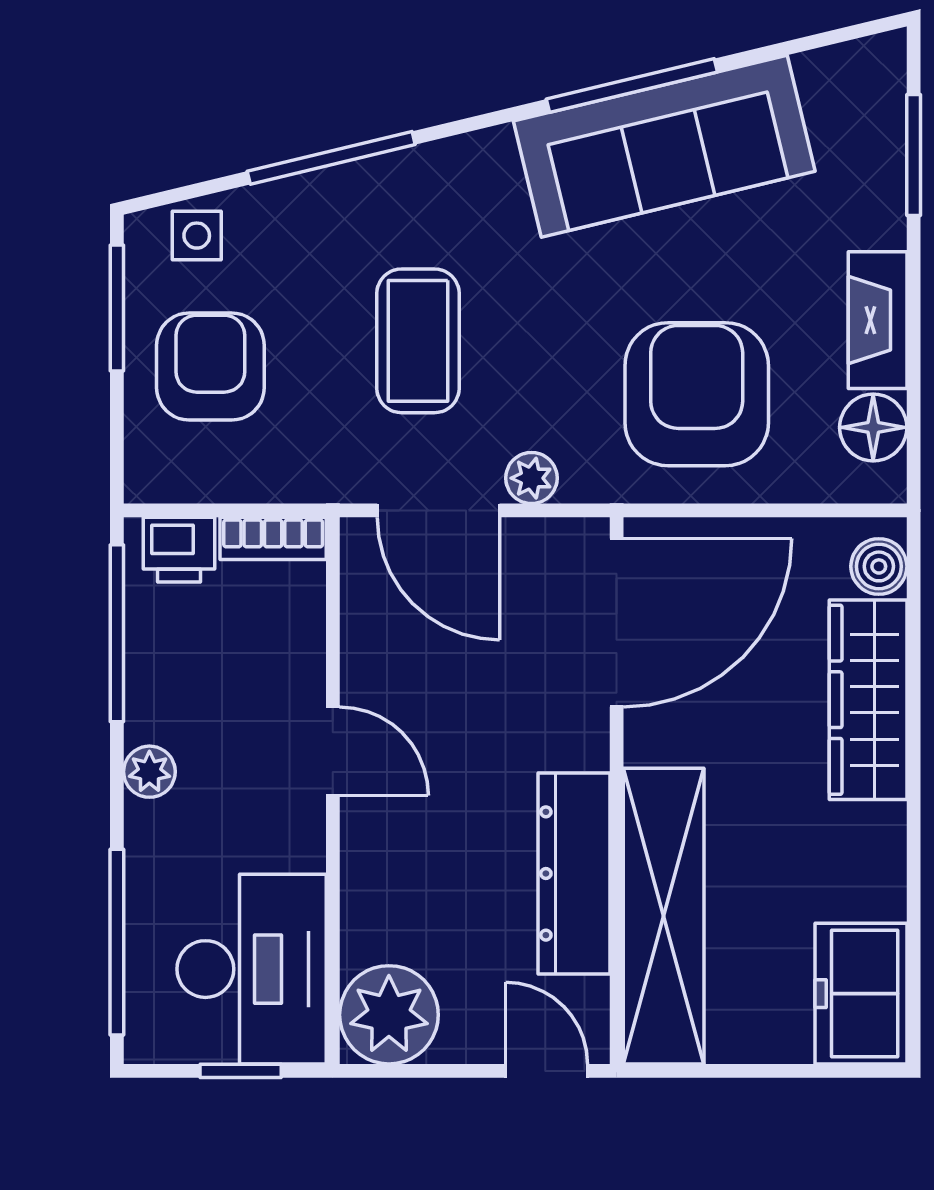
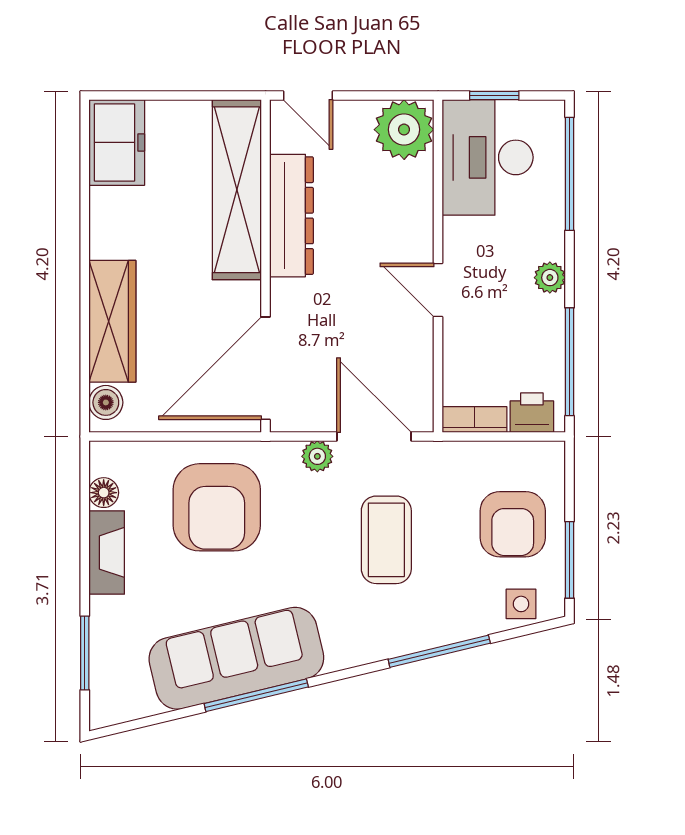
floor lamp: (873, 427) -> (104, 493), width x0.73, depth x0.73

